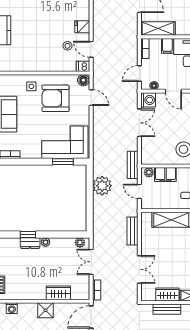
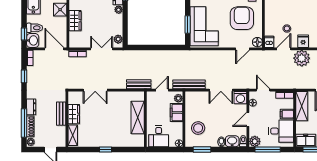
bench: (133, 165) -> (189, 84), width x1.36
plant: (102, 186) -> (302, 58), moved
bench: (133, 231) -> (139, 84), moved

